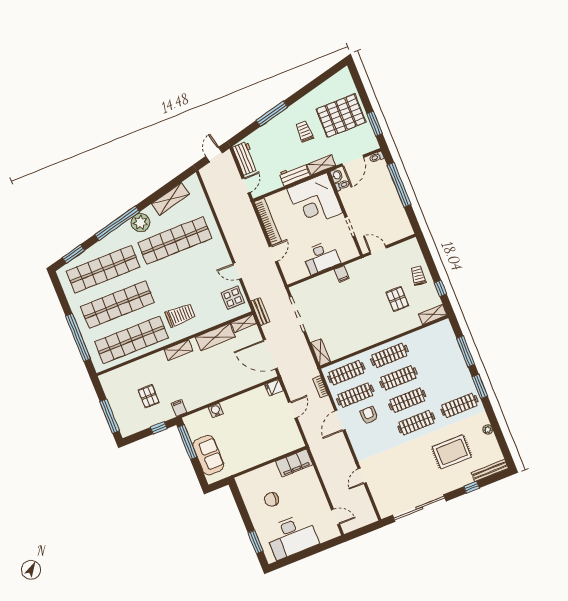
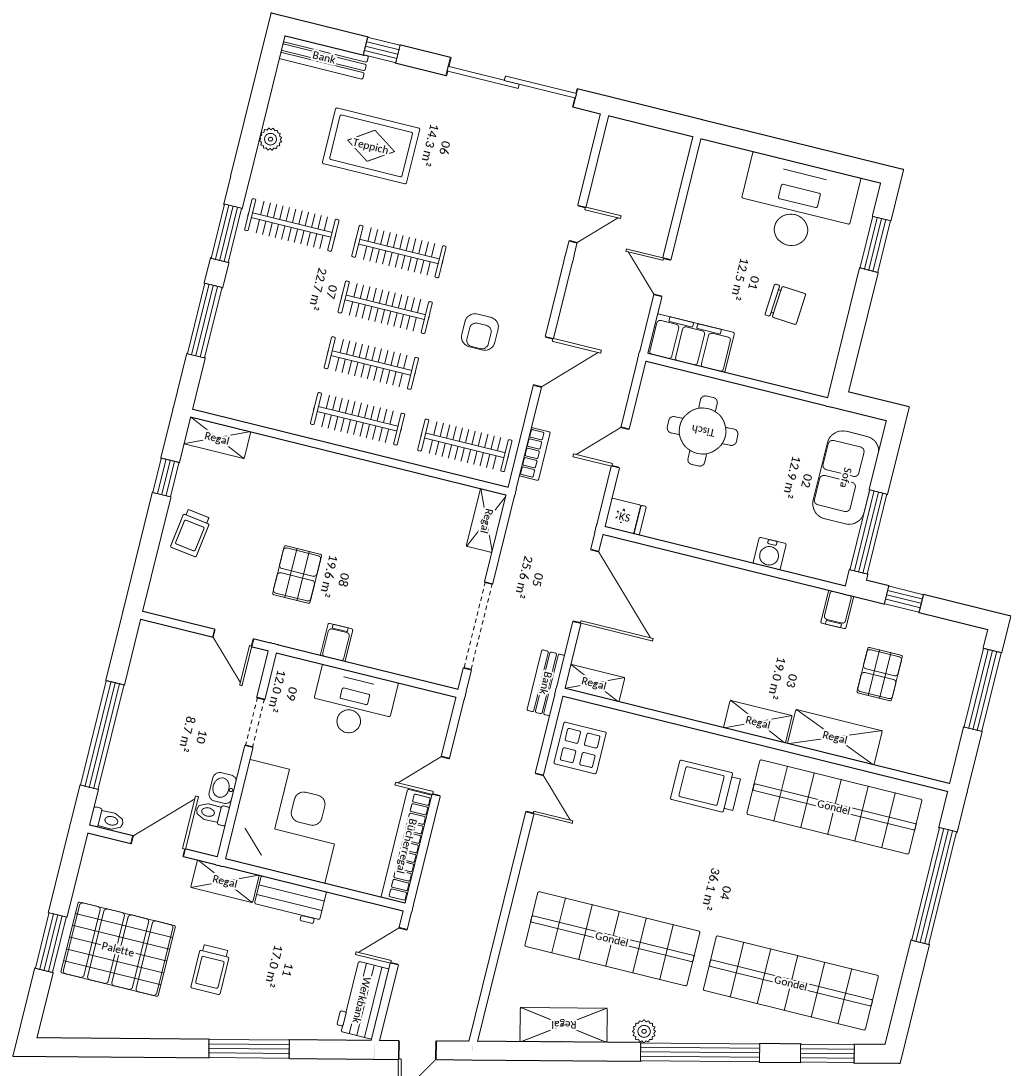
window: (375, 124) -> (51, 943), moved
washbasin: (337, 175) -> (223, 788), moved
plant: (140, 223) -> (644, 1031), width x0.53, depth x0.53
pallet: (397, 299) -> (297, 574), moved
shop shelf: (117, 305) -> (813, 895), removed
shelving: (215, 337) -> (835, 737), moved
clothes rail: (355, 395) -> (479, 390), removed
round table: (269, 436) -> (703, 431), added
door: (335, 517) -> (662, 277), moved

